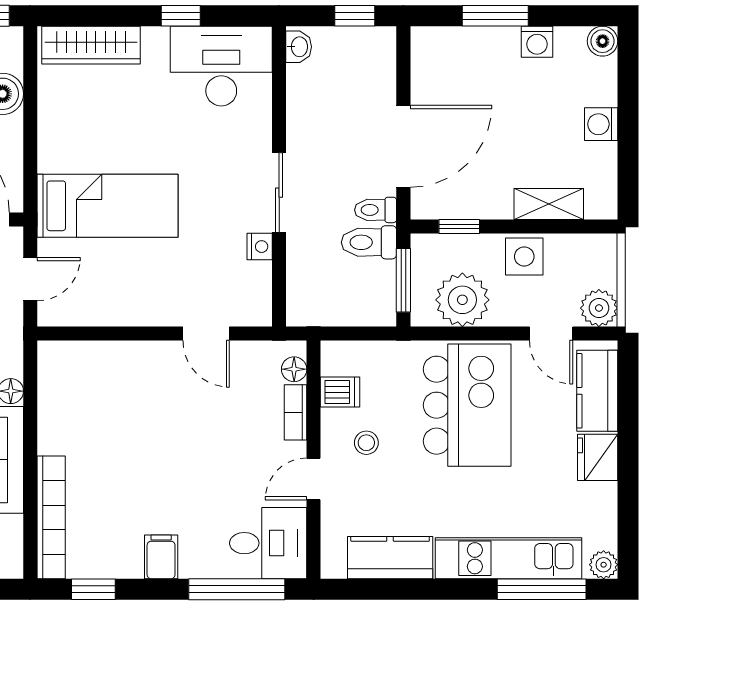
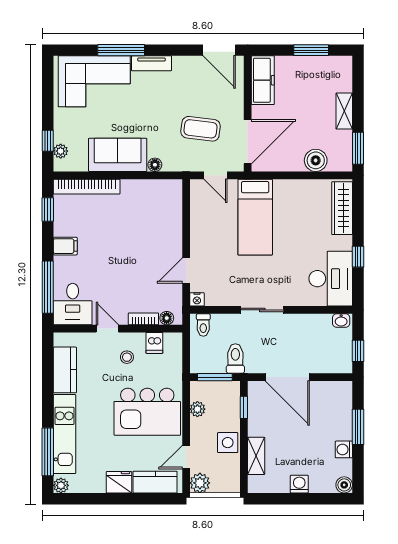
toilet: (376, 210) -> (203, 325), moved, turned 180
nightstand: (260, 247) -> (197, 299), moved
plant: (462, 300) -> (197, 409), width x0.53, depth x0.53

